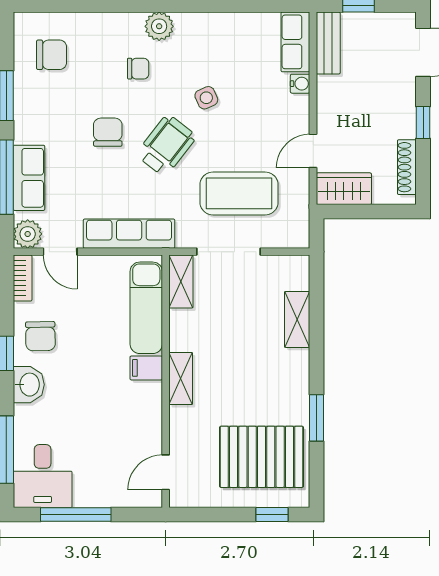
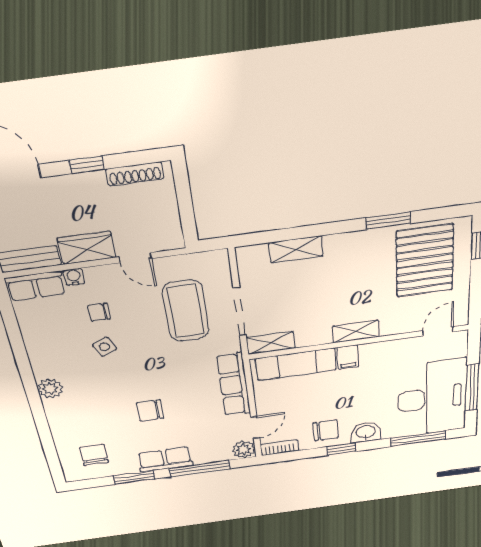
chair: (138, 69) -> (99, 312), moved, turned -90
wheelchair: (166, 145) -> (153, 370), removed
row of seats: (29, 178) -> (165, 459), moved
wardrobe: (344, 189) -> (87, 248), moved, turned 90
door: (166, 472) -> (438, 331), swing flipped
desk: (43, 476) -> (432, 398), width x1.87, depth x1.30

